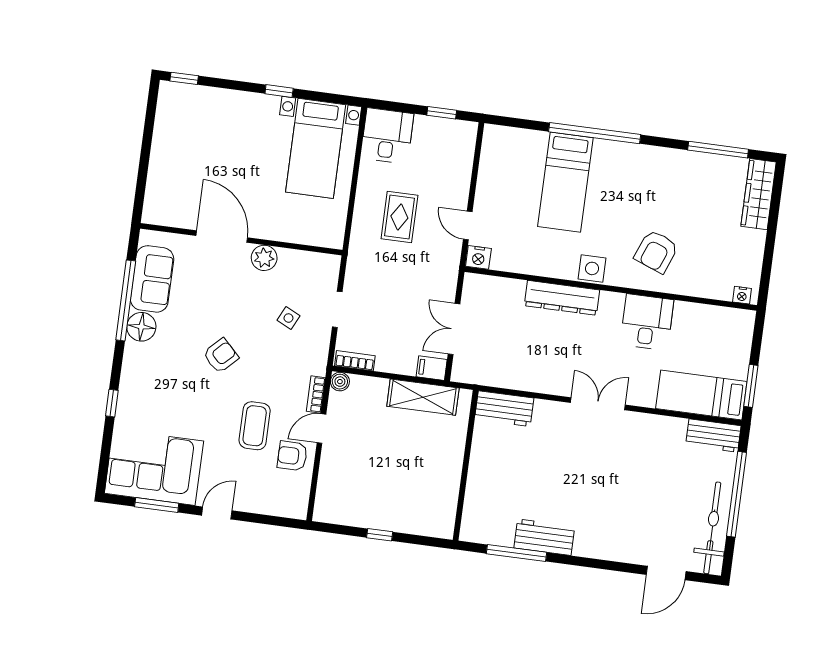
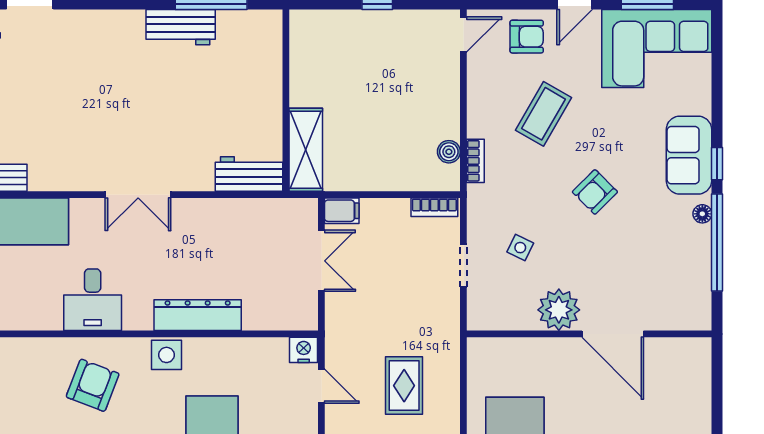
plant: (264, 258) -> (559, 310), width x1.36, depth x1.36
sofa: (152, 279) -> (689, 155), moved
floor lamp: (141, 327) -> (702, 214), width x0.53, depth x0.53
boiler: (340, 382) -> (449, 152), moved
shelving: (423, 397) -> (306, 150), moved, turned 90
window: (112, 403) -> (717, 164), moved
coffee table: (255, 426) -> (543, 114), turned 30
door: (321, 429) -> (463, 34), moved
armchair: (292, 456) -> (527, 37), moved

